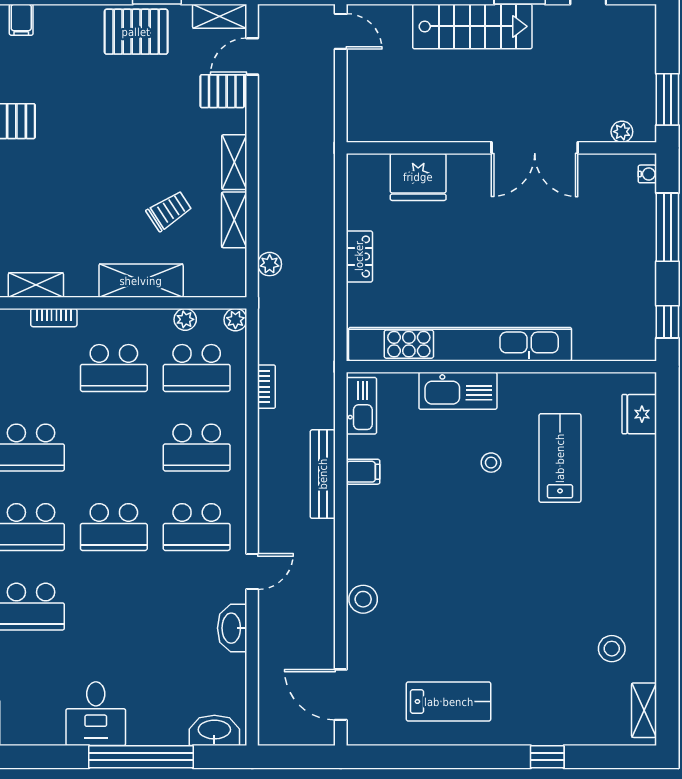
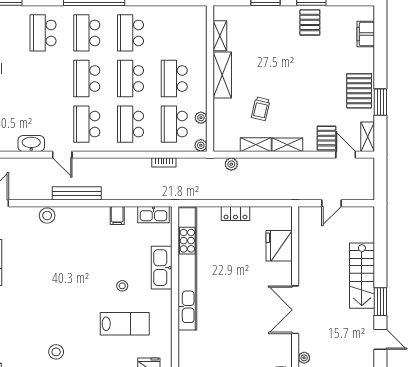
filing cabinet: (21, 20) -> (366, 34), width x2.00
door: (341, 31) -> (331, 203), moved
trolley: (169, 211) -> (261, 109), turned 46
shelving: (141, 281) -> (222, 75), moved
bookcase: (54, 318) -> (202, 46), removed
school desk: (114, 448) -> (130, 78), added
bench: (323, 474) -> (77, 193), moved
stool: (612, 649) -> (56, 352), moved

